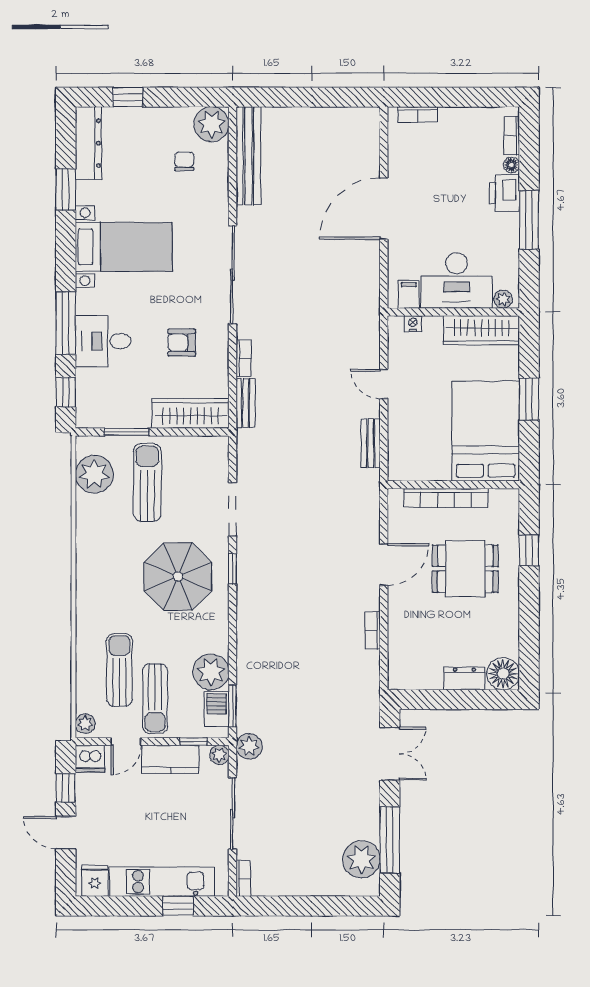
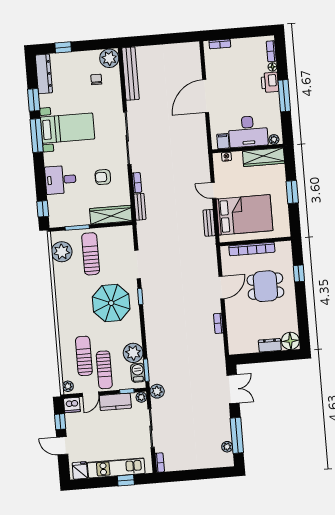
window: (66, 323) -> (37, 136), moved
bed: (486, 431) -> (244, 215), moved, turned 90
plant: (361, 859) -> (227, 447), width x0.53, depth x0.53

